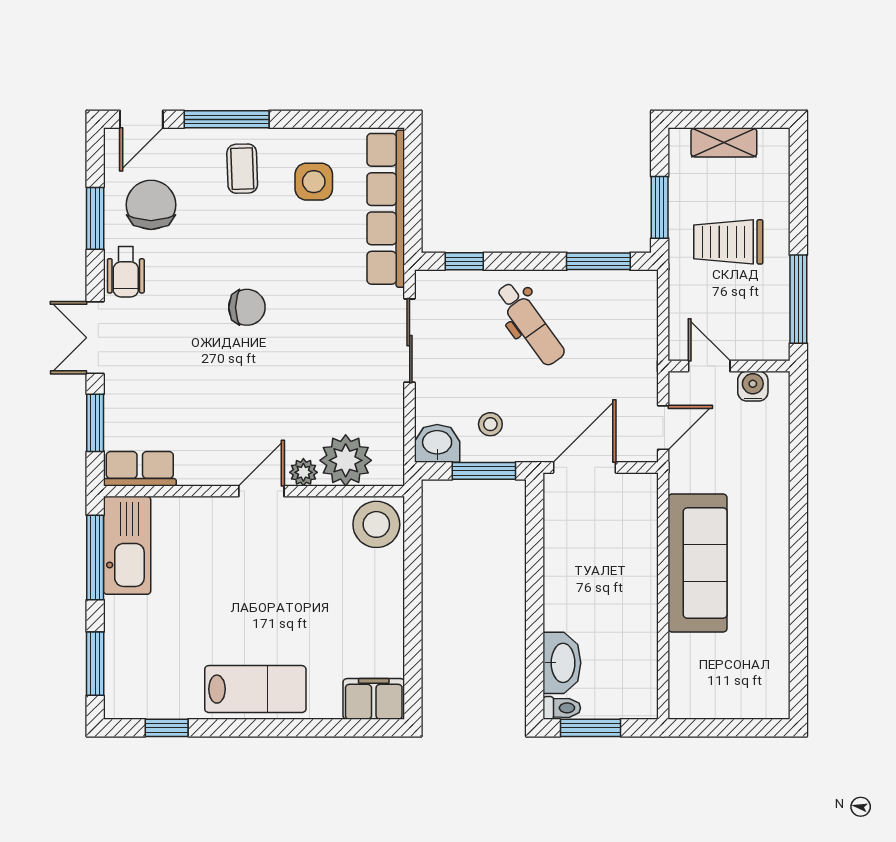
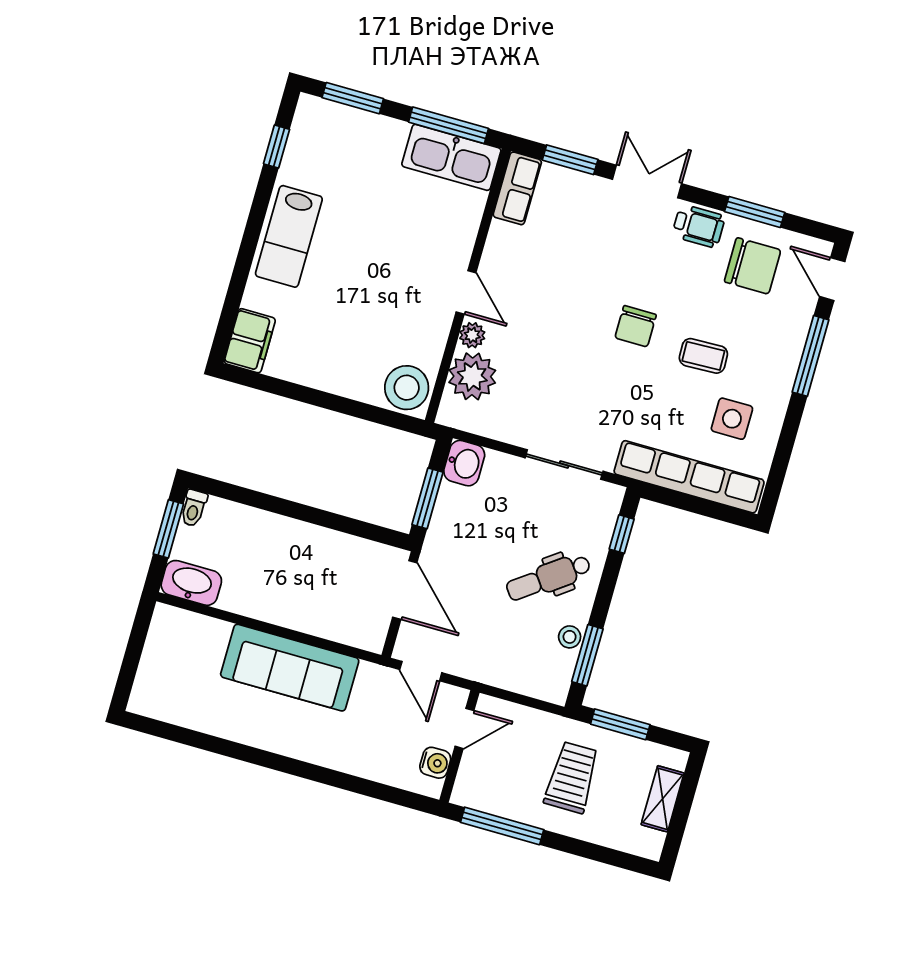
coffee table: (242, 169) -> (703, 356), moved
wheelchair: (126, 272) -> (699, 226), turned 180
stool: (490, 424) -> (570, 637), moved
washbasin: (562, 663) -> (191, 583), moved, turned 180

